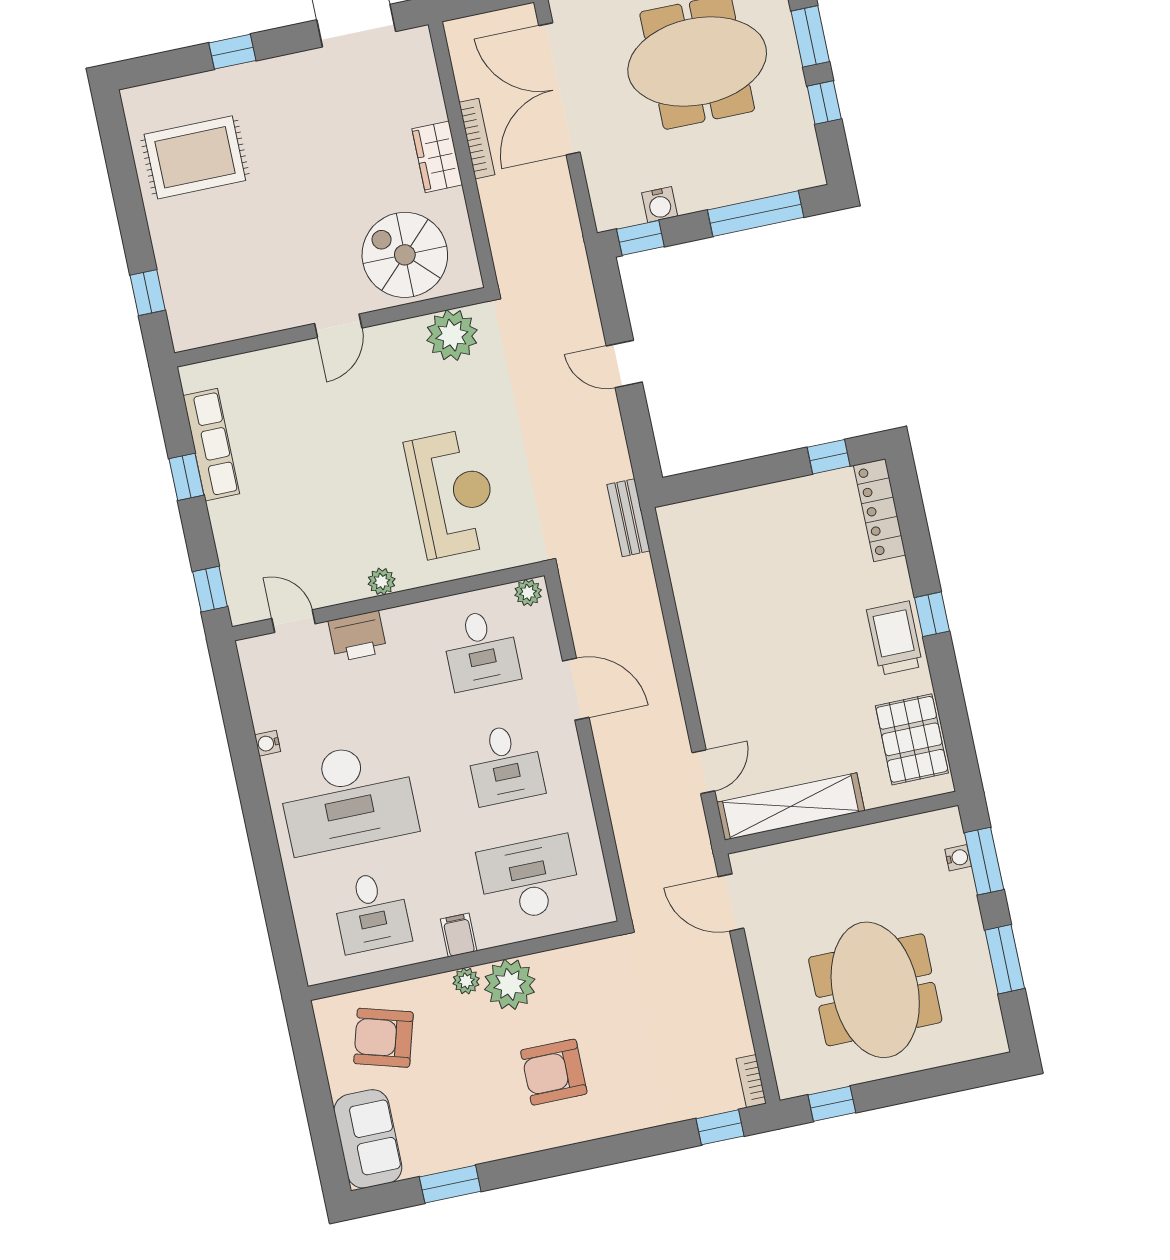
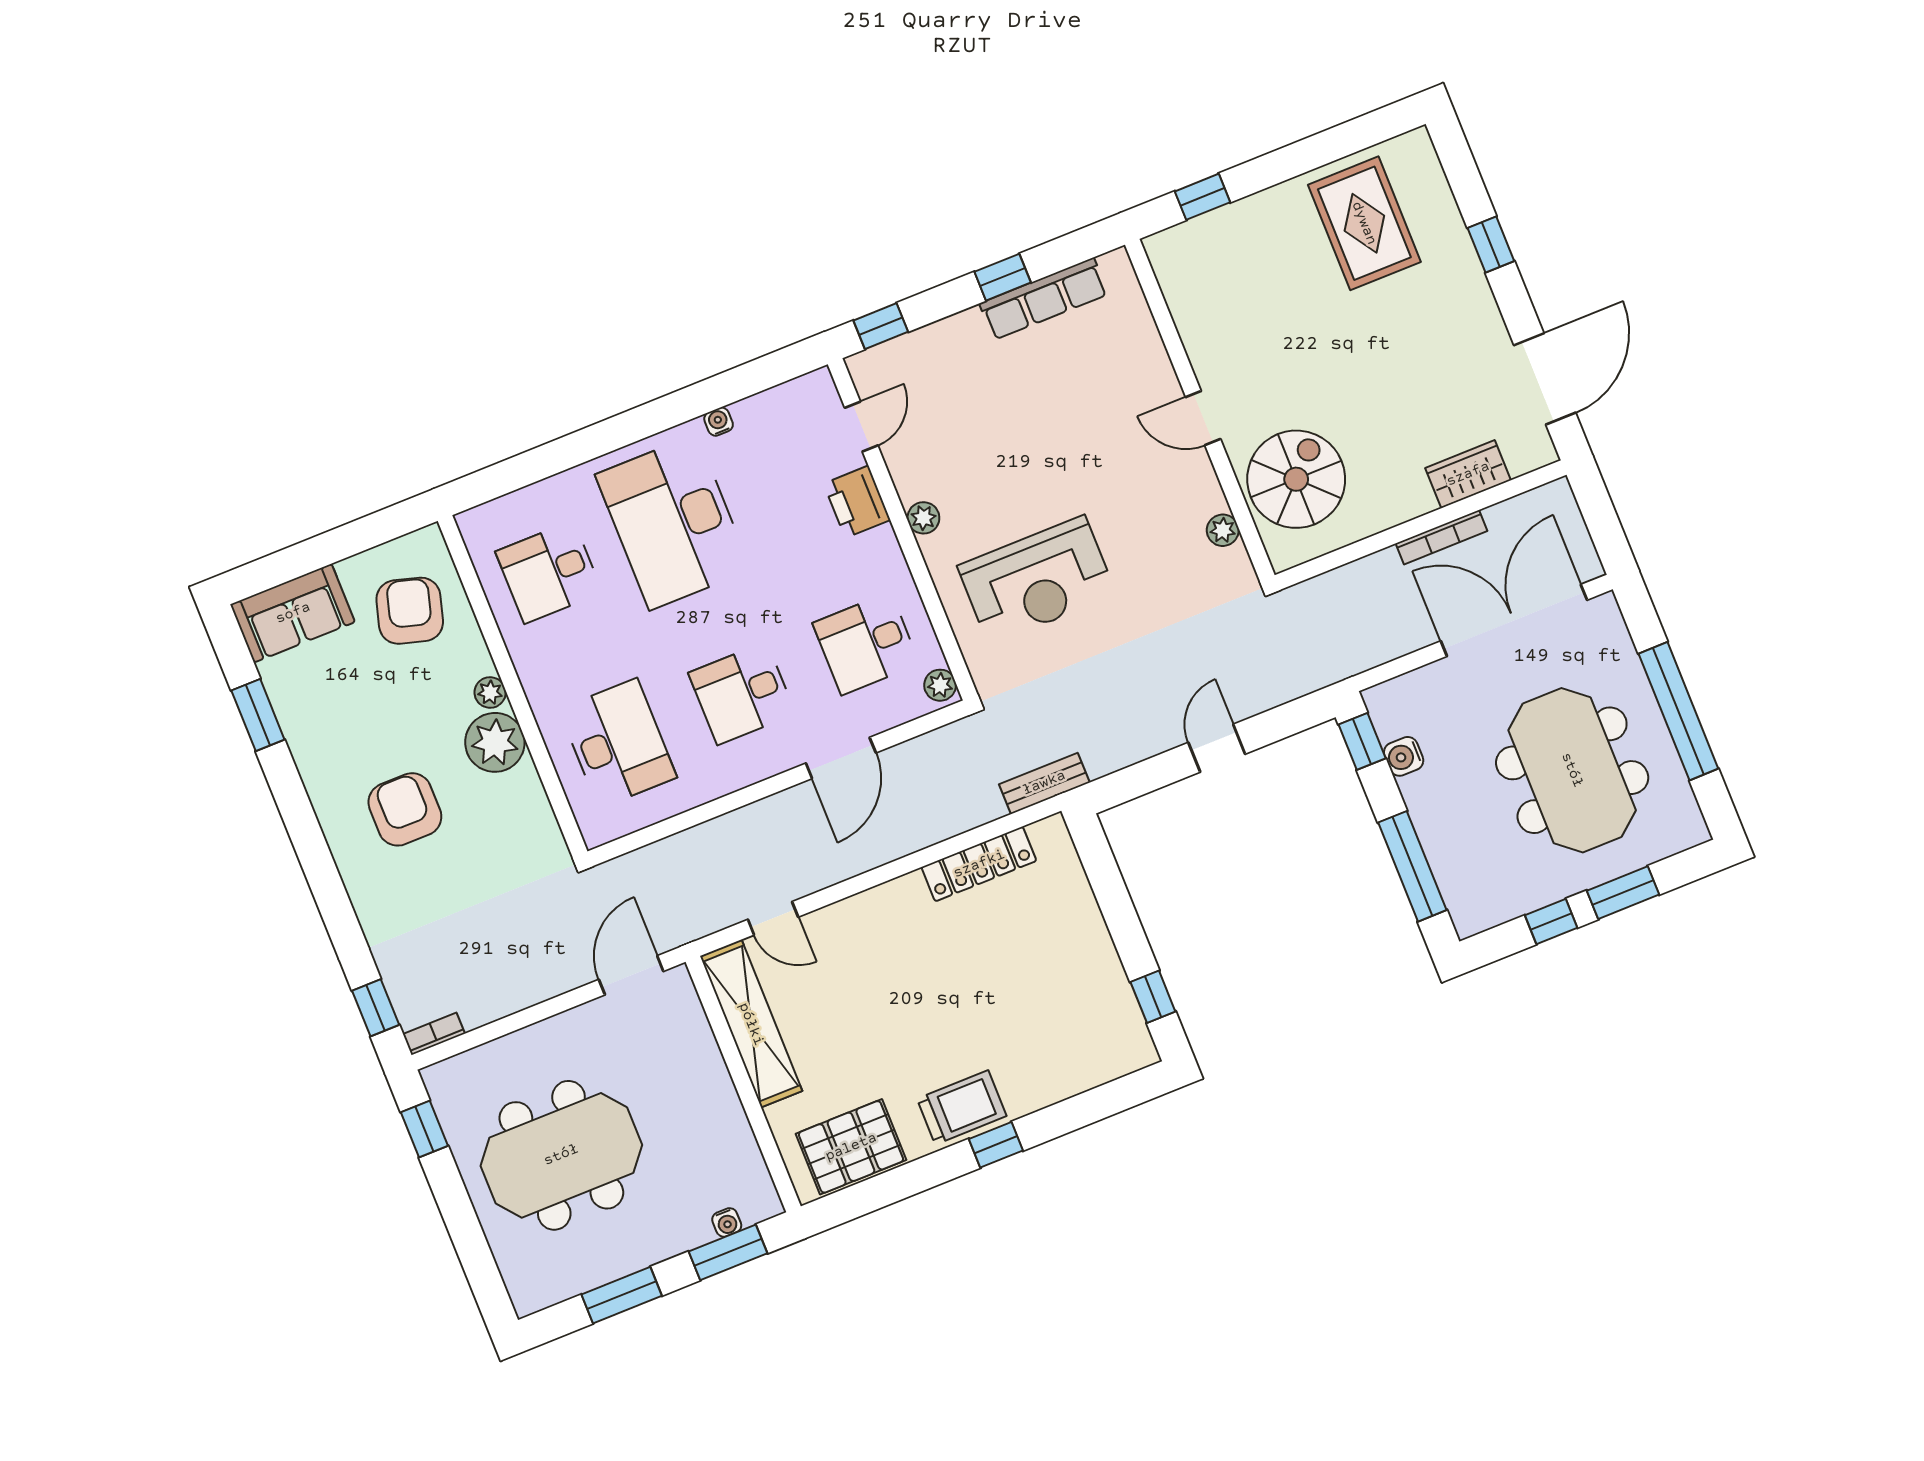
wardrobe: (437, 157) -> (1468, 474), moved
plant: (452, 335) -> (1223, 530), width x0.53, depth x0.53
locker: (880, 510) -> (979, 864), moved, turned 180
filing cabinet: (459, 935) -> (540, 675), removed

